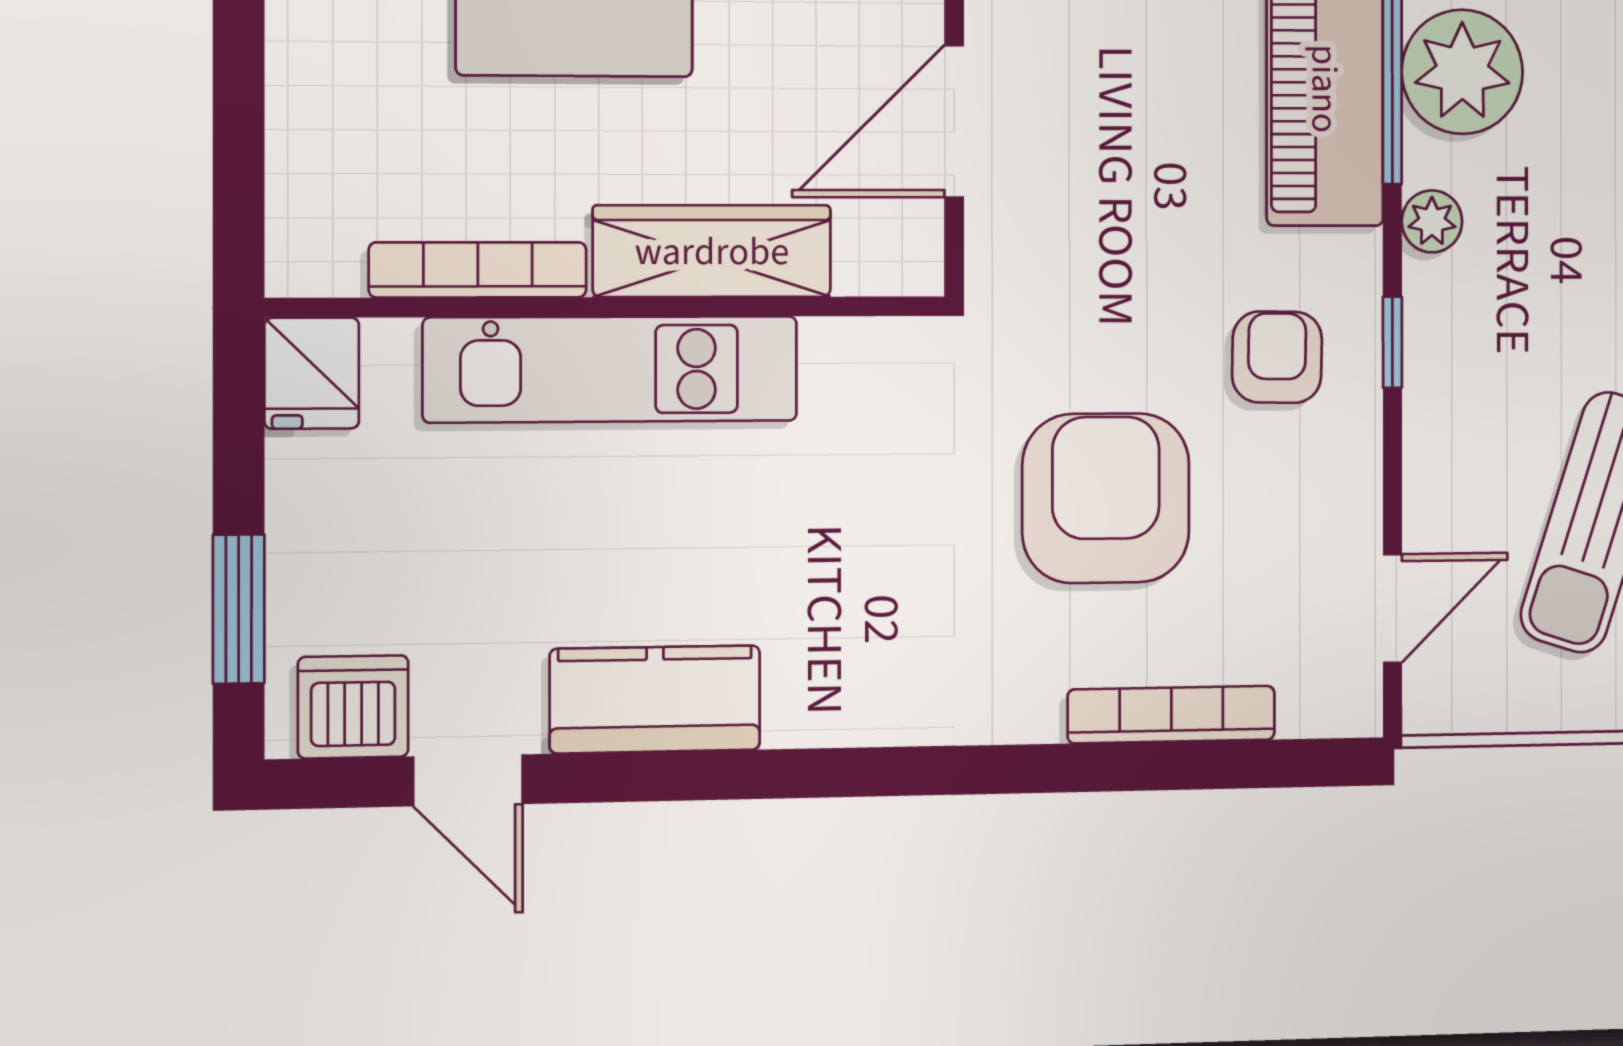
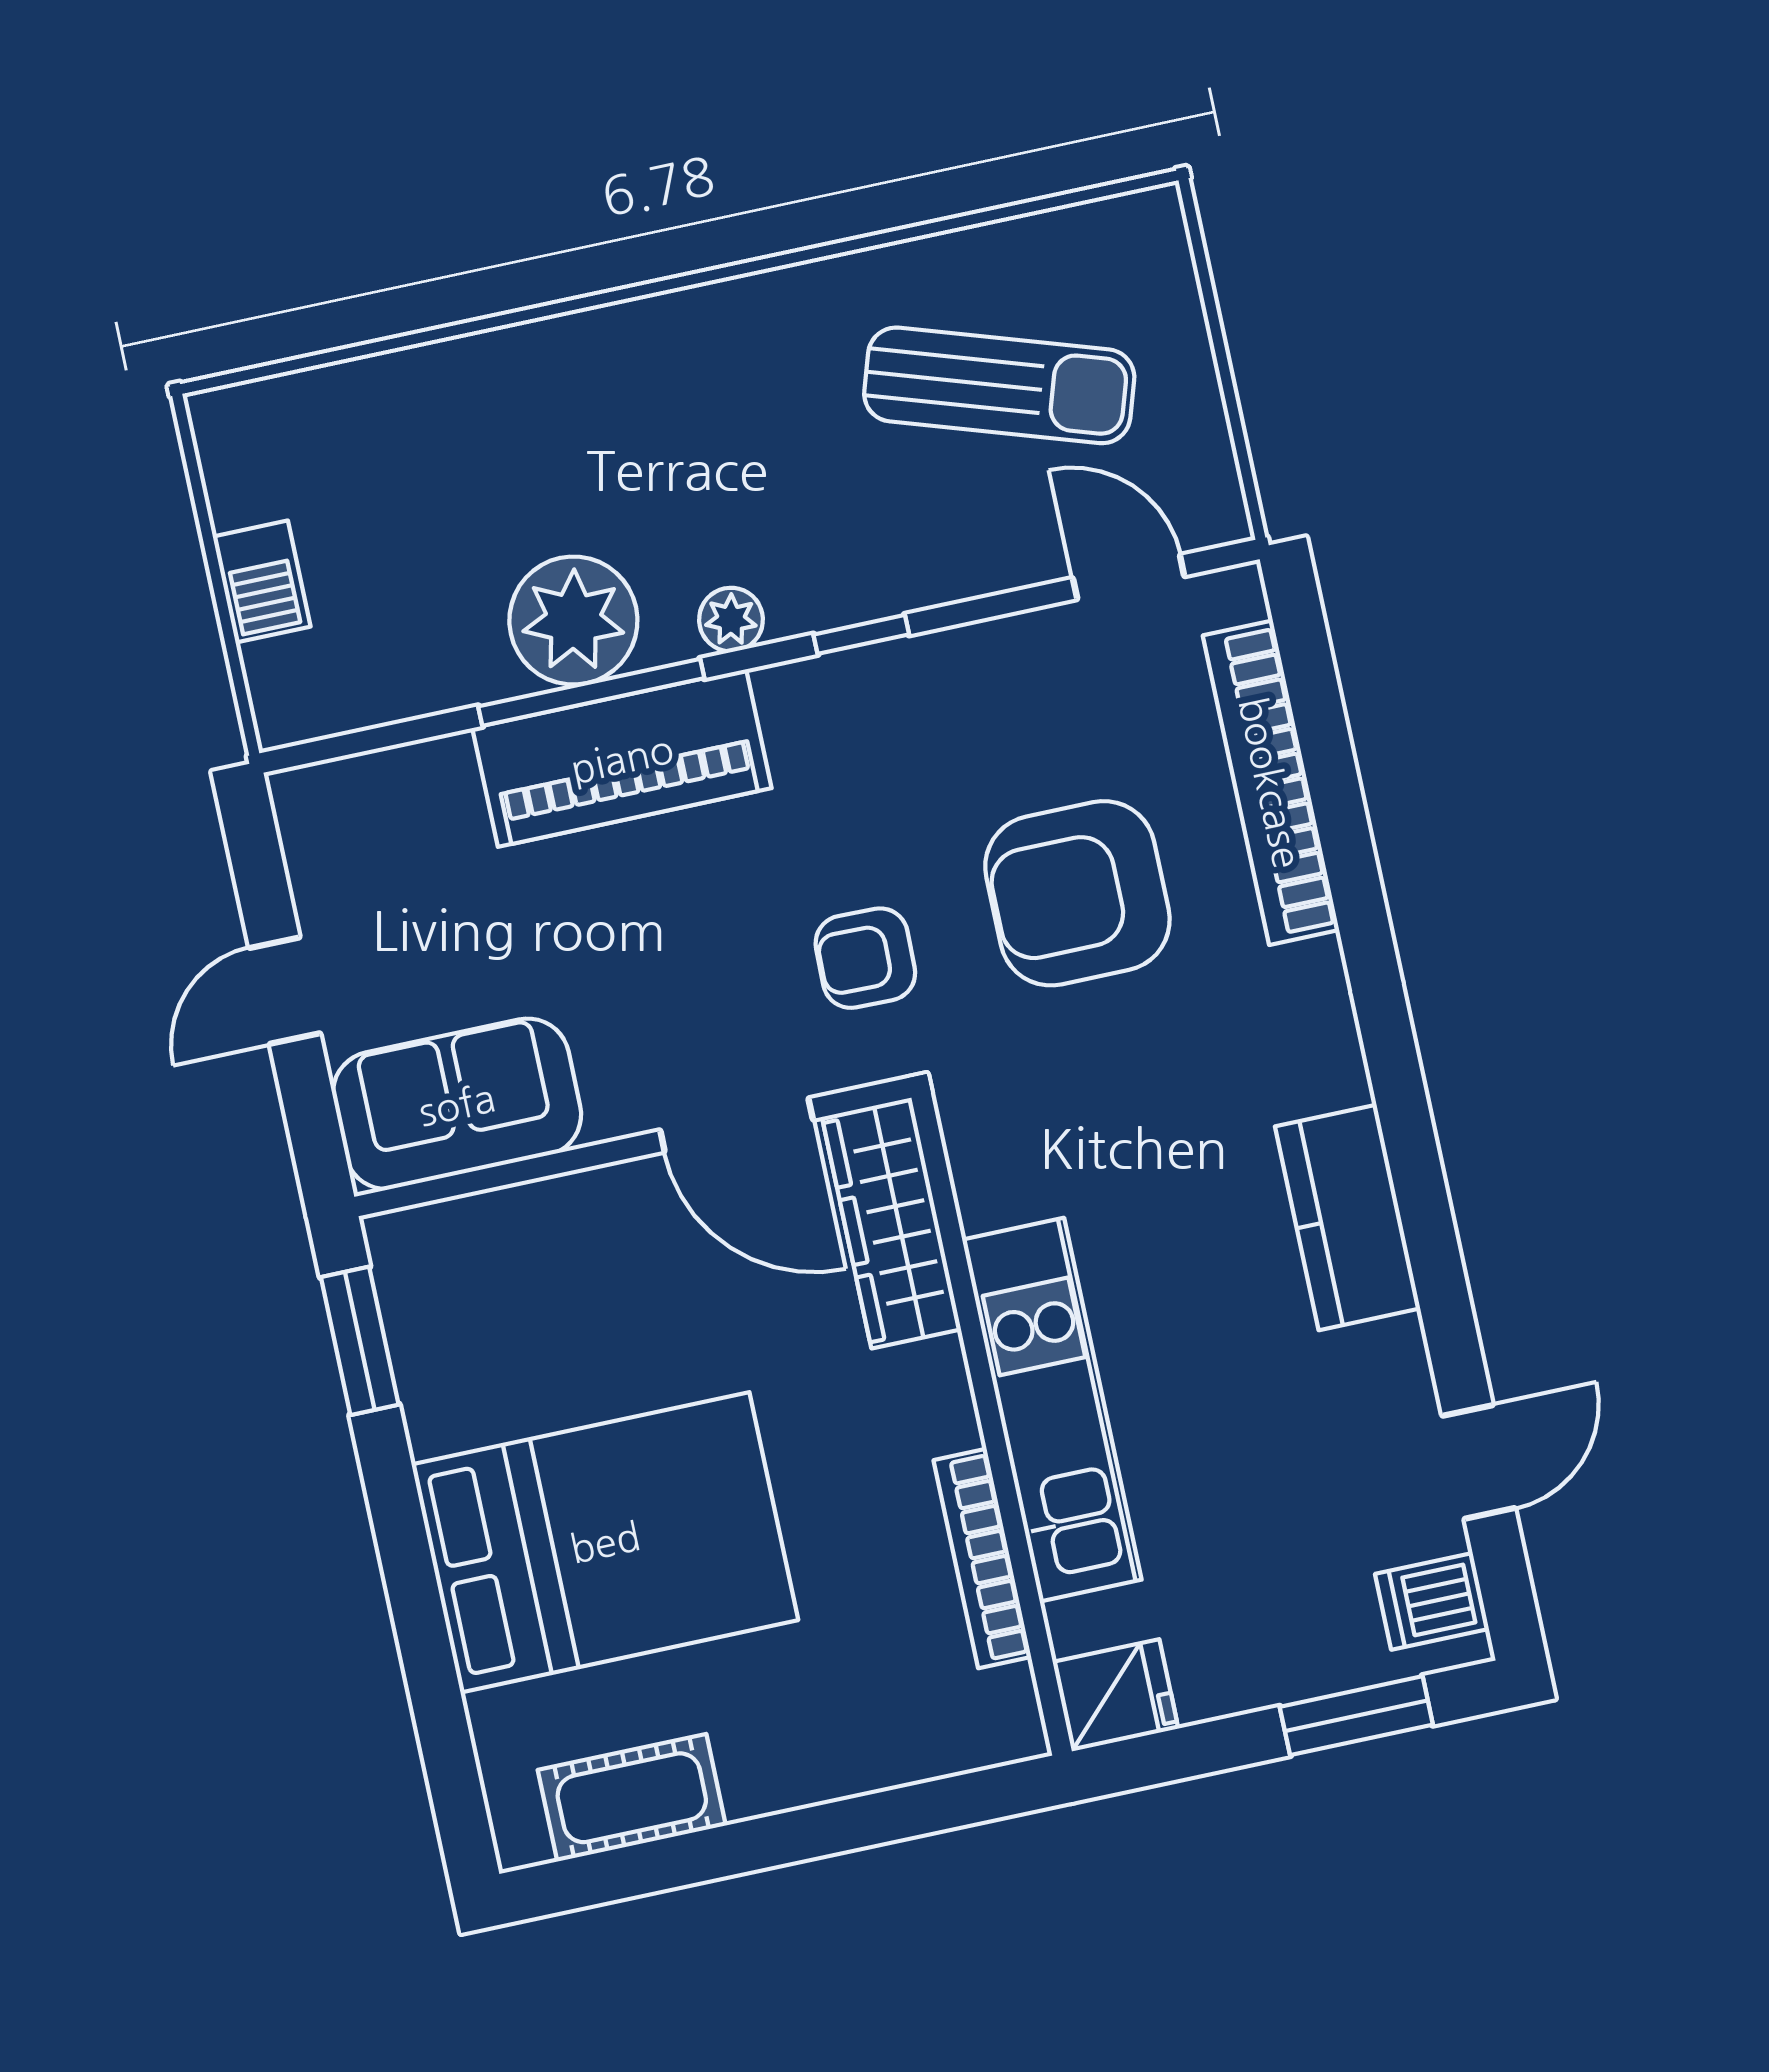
wardrobe: (712, 251) -> (891, 1223), moved
armchair: (1277, 357) -> (865, 958), moved
kitchen counter: (655, 699) -> (1348, 1217), moved
dishwasher: (353, 707) -> (1432, 1601), width x0.73
bookcase: (1171, 715) -> (1271, 783), width x1.48, depth x1.31

